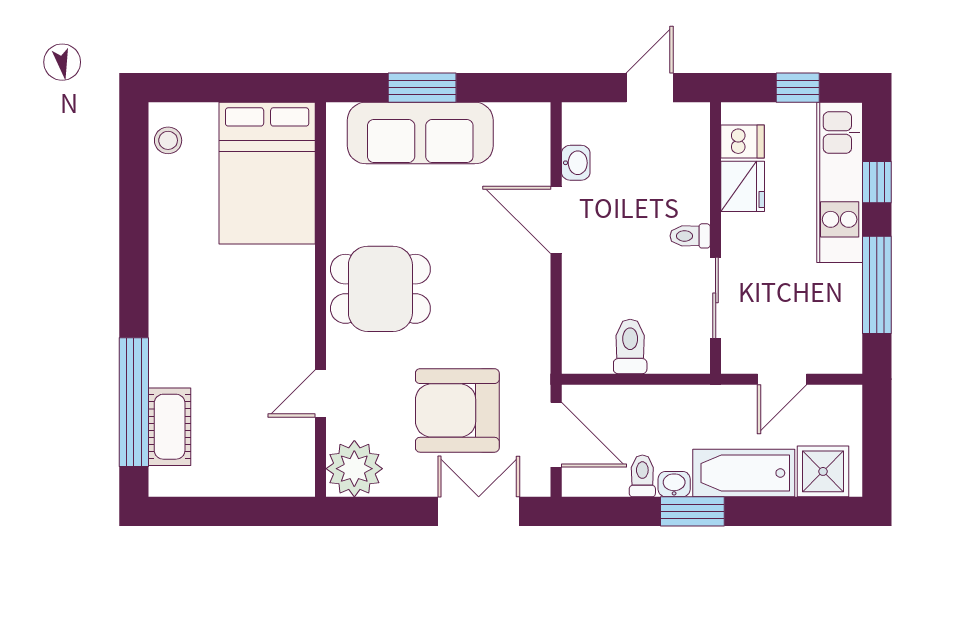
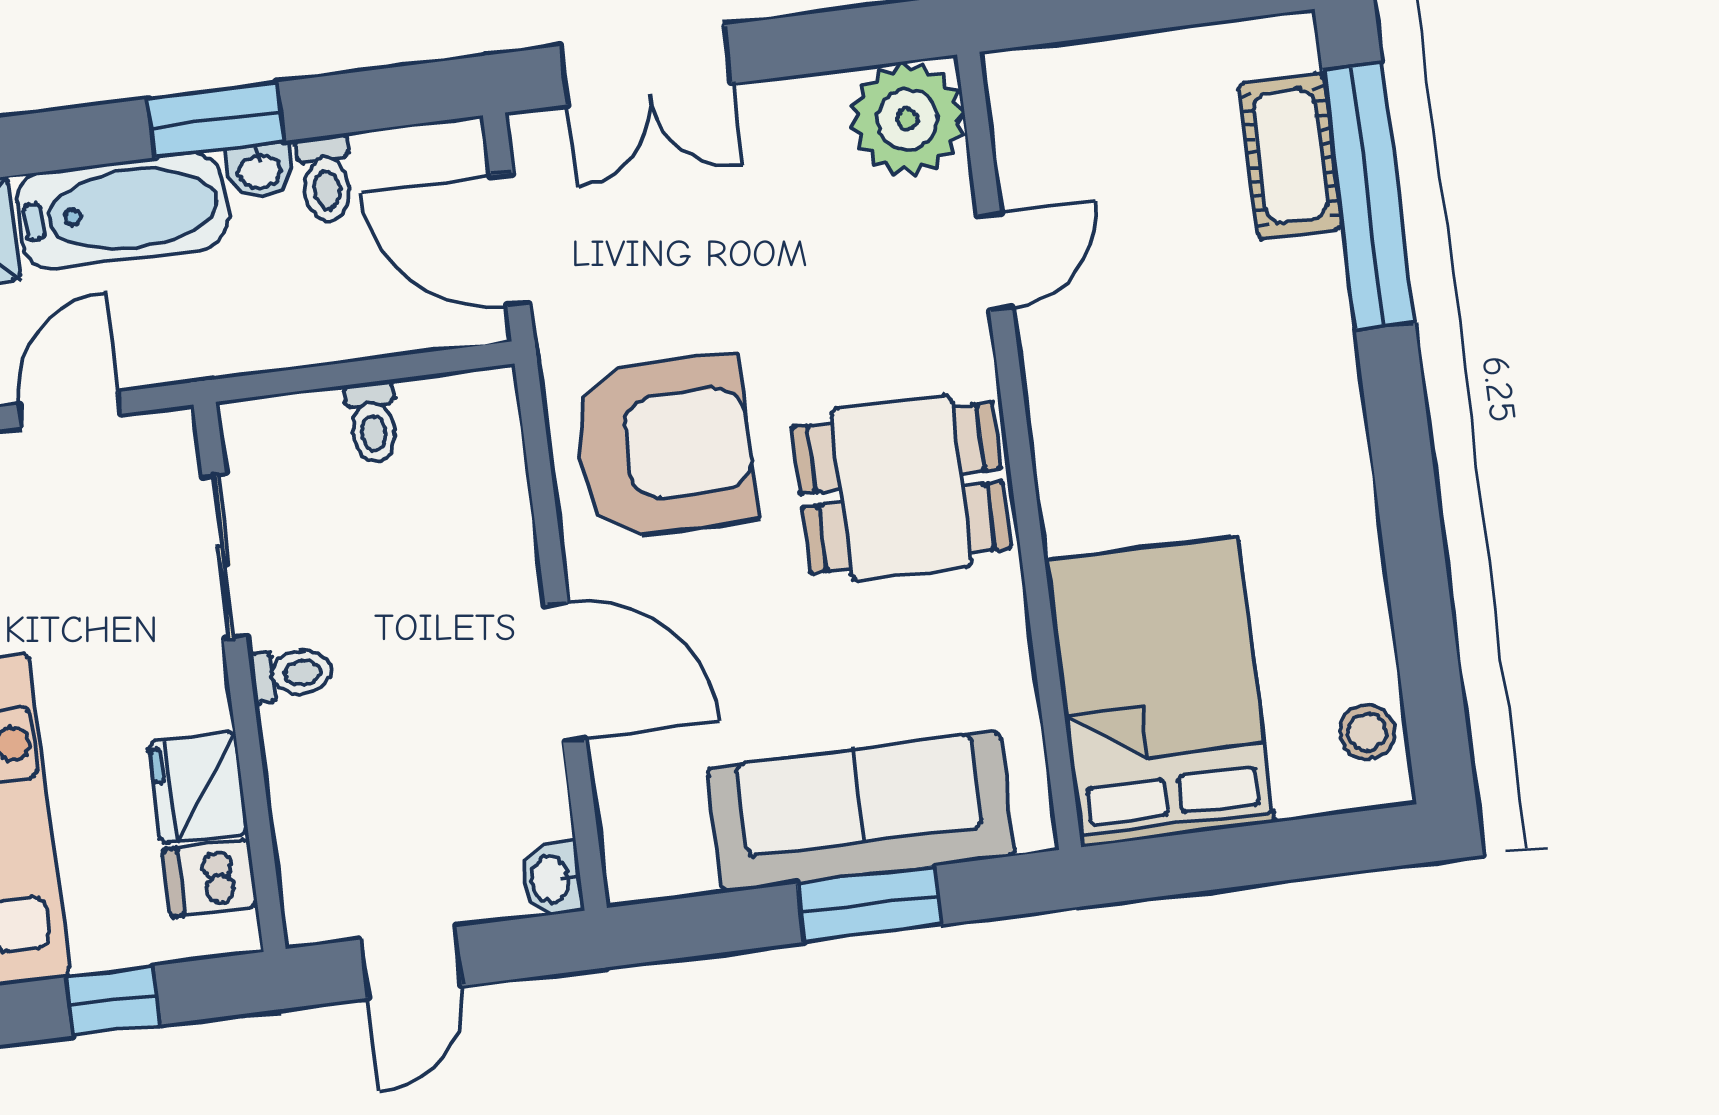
washbasin: (576, 163) -> (552, 879), moved
toilet: (630, 346) -> (372, 422), width x0.73, depth x0.72
armchair: (457, 410) -> (664, 446), moved

